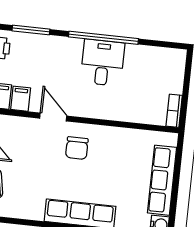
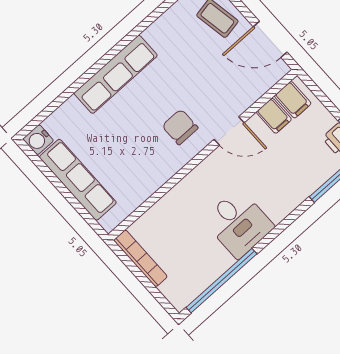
window: (103, 38) -> (222, 281), moved
bookcase: (174, 111) -> (141, 258), width x1.56

